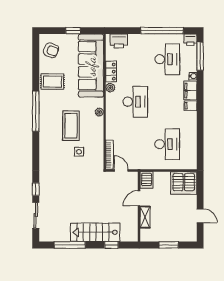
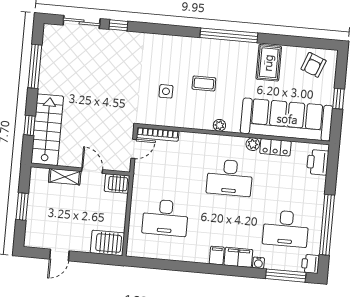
coffee table: (71, 126) -> (204, 83), width x0.54, depth x0.58
server rack: (184, 183) -> (107, 243), width x0.62
stairs: (95, 232) -> (47, 130), moved

